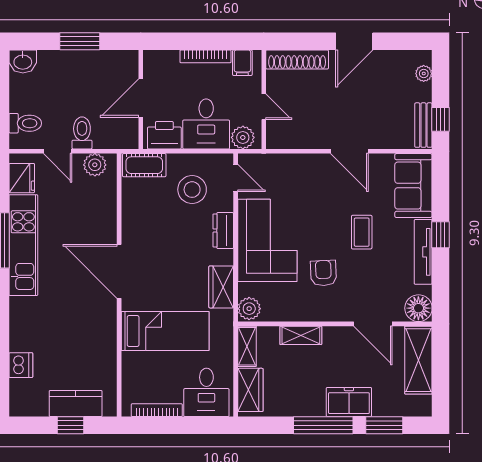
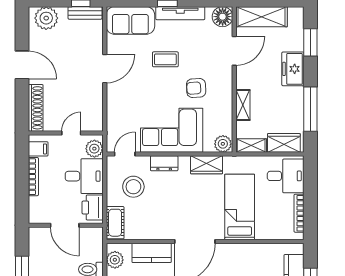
plant: (424, 73) -> (46, 18), width x1.87, depth x1.87
kitchen counter: (104, 214) -> (152, 253), added
window: (323, 425) -> (310, 109), moved

